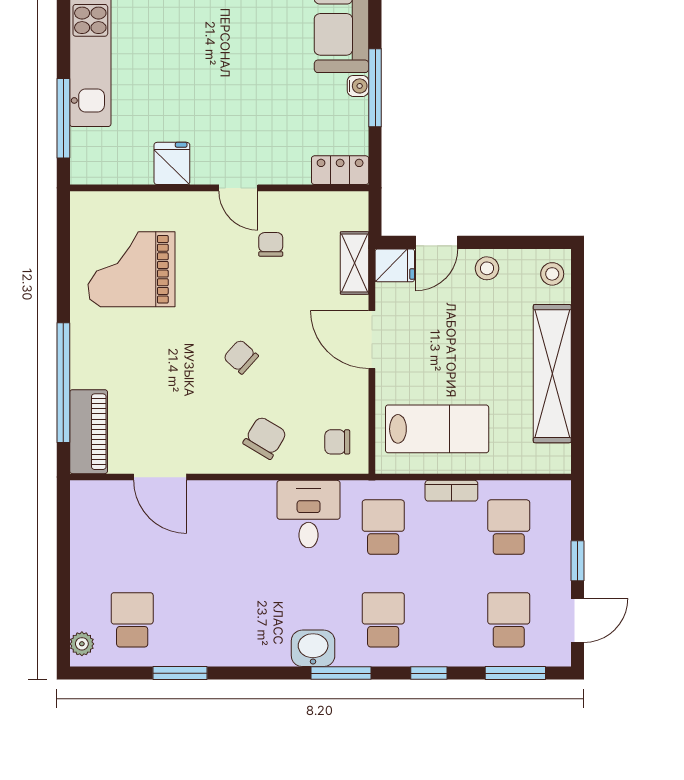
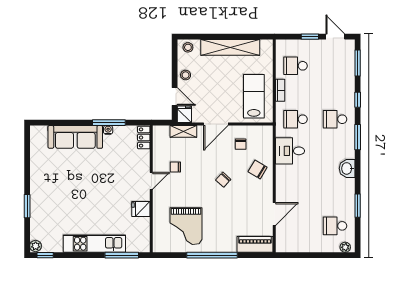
window: (63, 383) -> (212, 255), moved
chair: (337, 442) -> (241, 144), moved
school desk: (509, 620) -> (335, 66), removed
washbasin: (313, 648) -> (347, 168), moved

